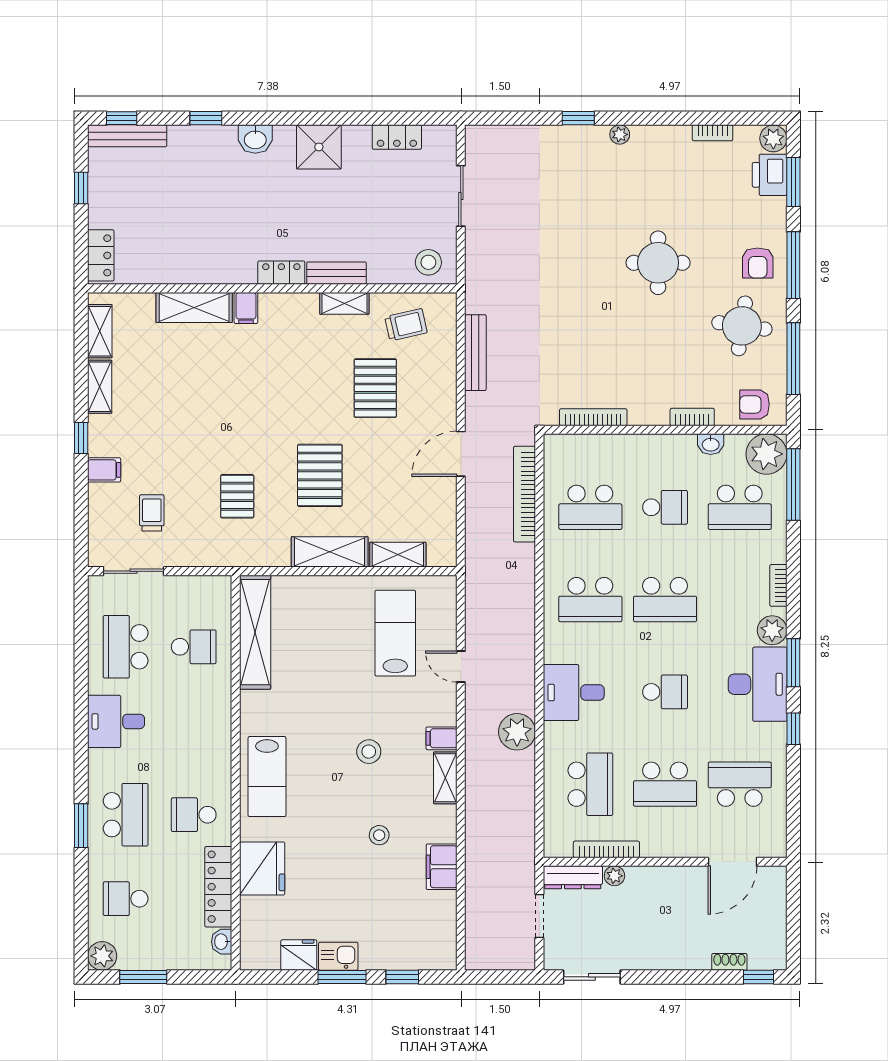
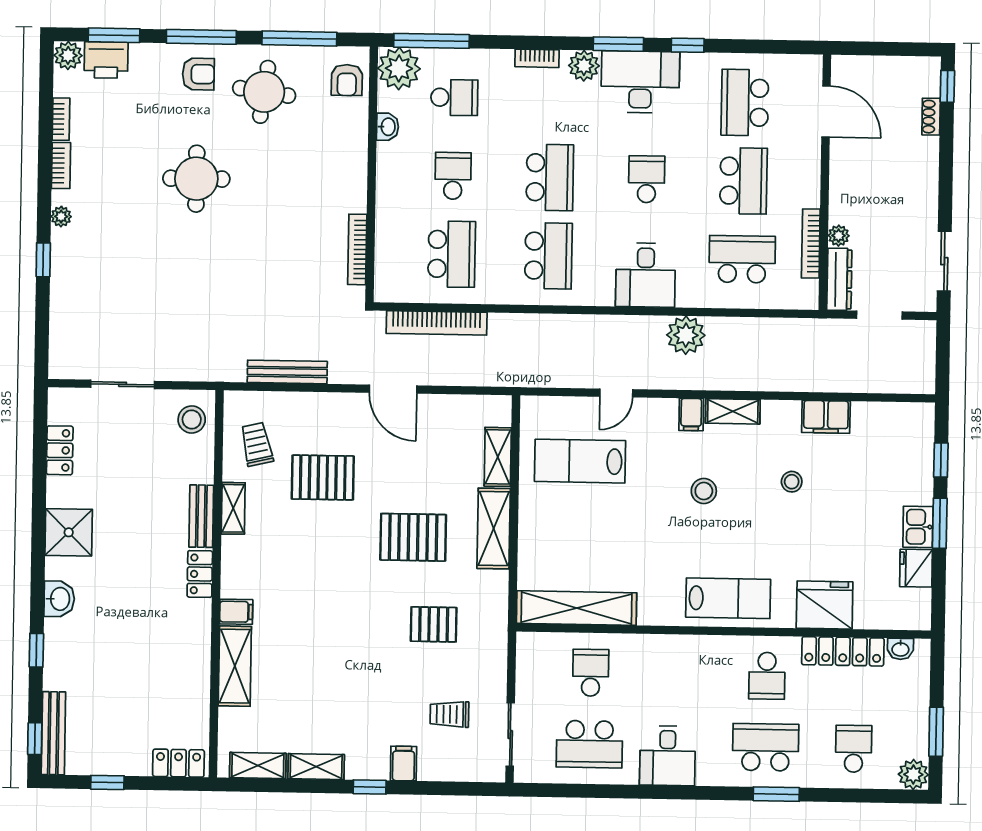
bookcase: (692, 417) -> (61, 166), moved, turned 180
school desk: (740, 507) -> (454, 97), width x0.54
school desk: (126, 899) -> (854, 749), turned 180

